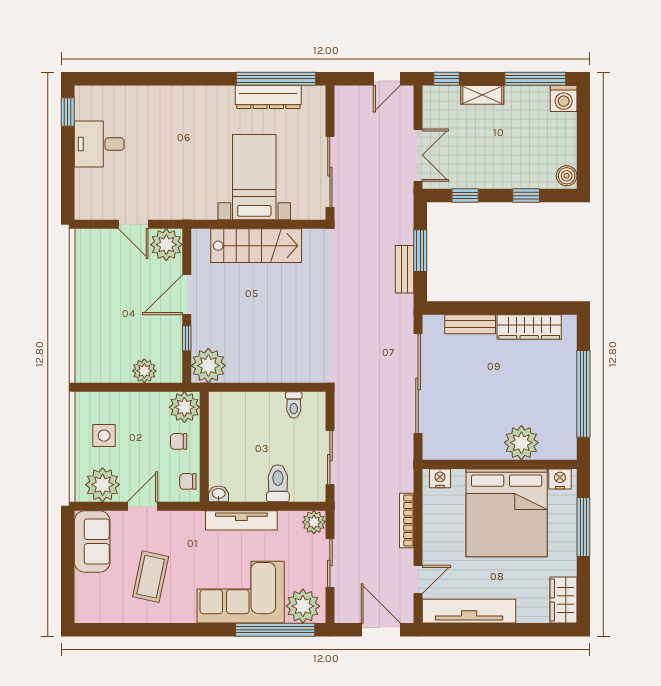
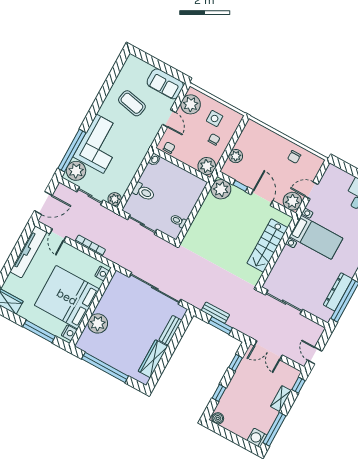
bed with nightstands: (254, 177) -> (316, 237), moved
chair: (96, 279) -> (294, 157), added
chair: (179, 441) -> (214, 139), moved
tv unit: (241, 520) -> (135, 164), removed

